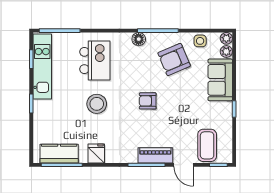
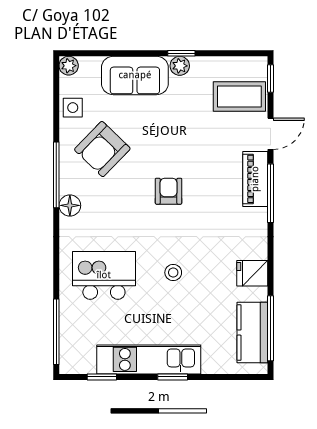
plant: (226, 52) -> (180, 66), moved
armchair: (174, 59) -> (102, 149), turned 67
kitchen unit: (42, 66) -> (149, 359), moved
armchair: (148, 101) -> (169, 191), turned 180
stool: (97, 104) -> (173, 273), width x0.53, depth x0.53

